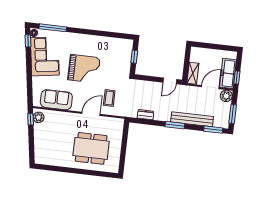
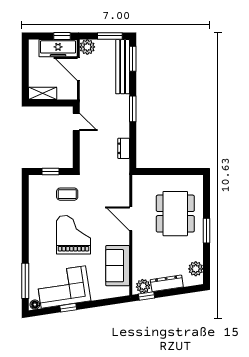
window: (28, 41) -> (68, 308), moved
shelving: (193, 73) -> (43, 93), moved
coffee table: (109, 98) -> (67, 194), moved
bench: (192, 119) -> (123, 67), moved
dresser: (39, 136) -> (167, 283), added
plant: (47, 159) -> (196, 269), added
window: (75, 171) -> (207, 231), added

